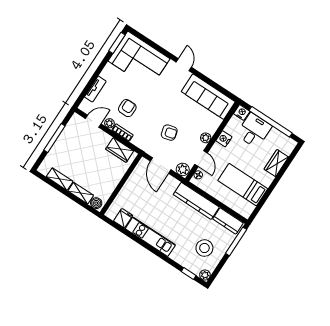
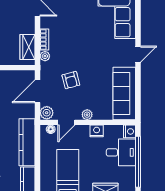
armchair: (127, 108) -> (68, 30), removed
plant: (109, 123) -> (45, 56), moved

